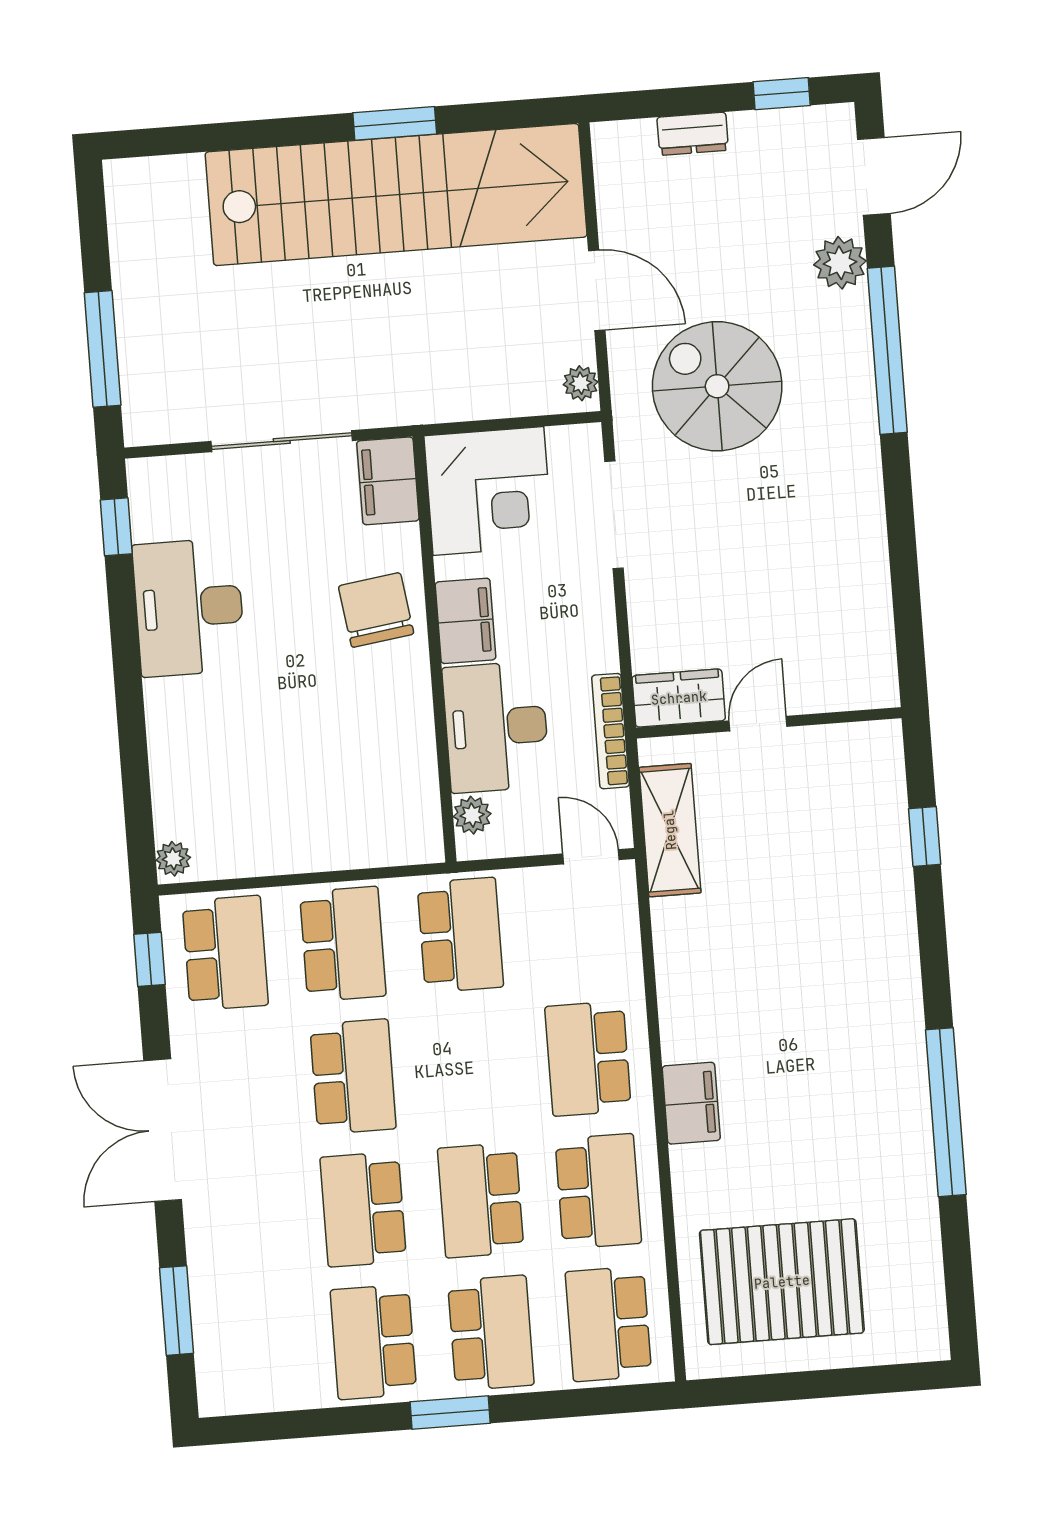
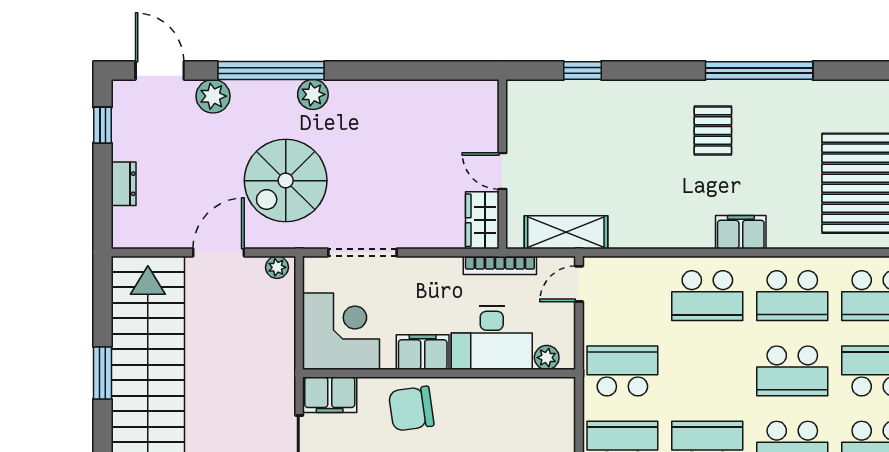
plant: (855, 419) -> (313, 94), added
pallet: (847, 1047) -> (713, 130), added
school desk: (598, 1191) -> (792, 296), turned 180

